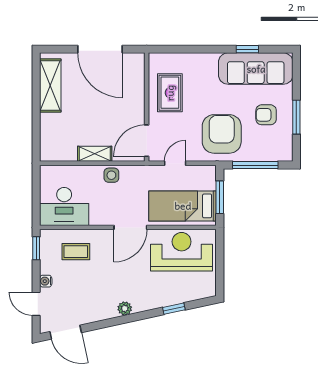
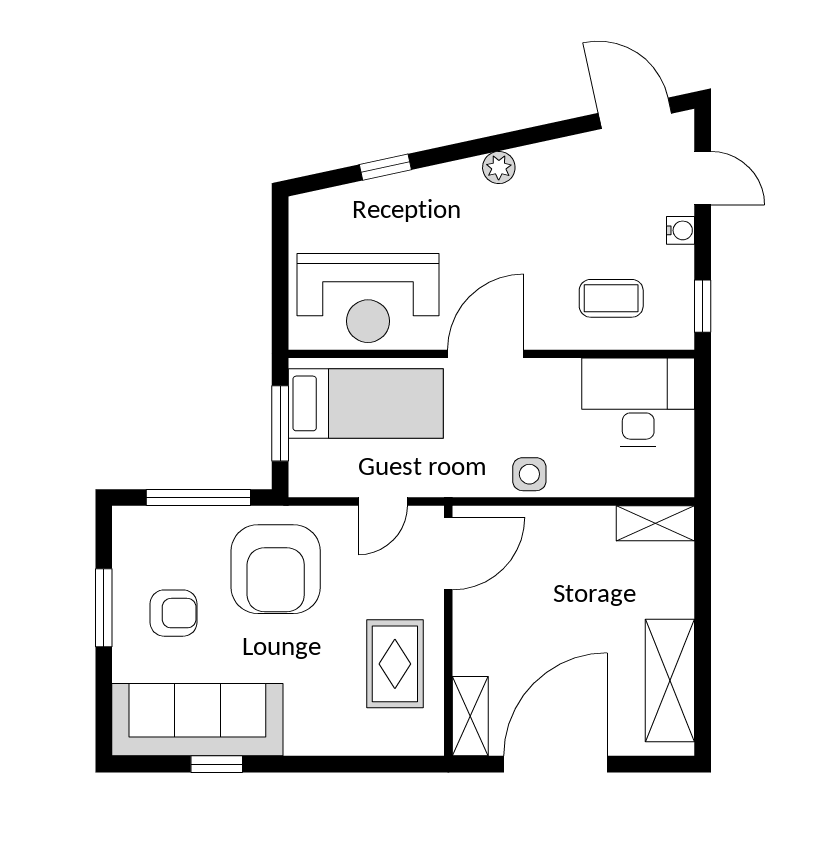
door: (100, 49) -> (555, 764), hinge flipped
shelving: (137, 70) -> (470, 716), added
shelving: (95, 154) -> (655, 523), moved

